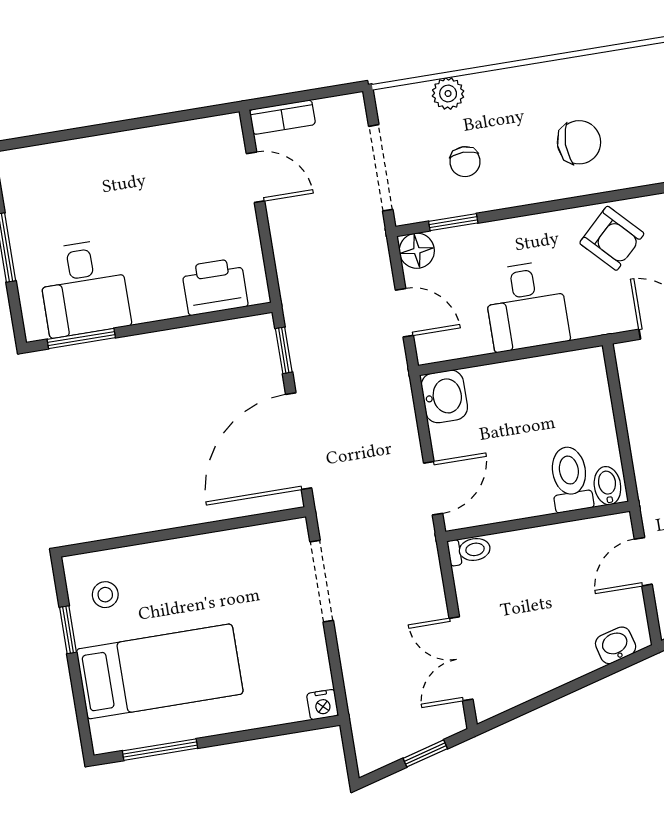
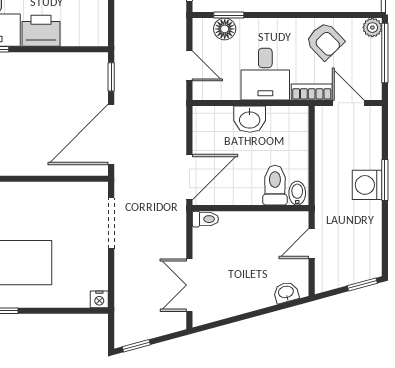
floor lamp: (417, 251) -> (225, 29), moved
printer: (215, 287) -> (41, 31), moved
bookcase: (604, 322) -> (312, 92), added
washbasin: (444, 396) -> (250, 119), moved, turned 90
door: (433, 488) -> (189, 177), width x1.38
window: (425, 753) -> (136, 346), moved

